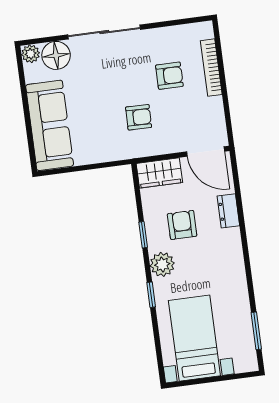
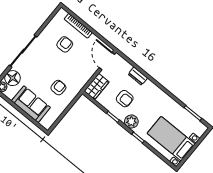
armchair: (139, 117) -> (58, 88), moved
sofa: (50, 125) -> (31, 104), width x0.73
door: (206, 152) -> (107, 61), swing flipped
armchair: (182, 225) -> (125, 99), turned 180

